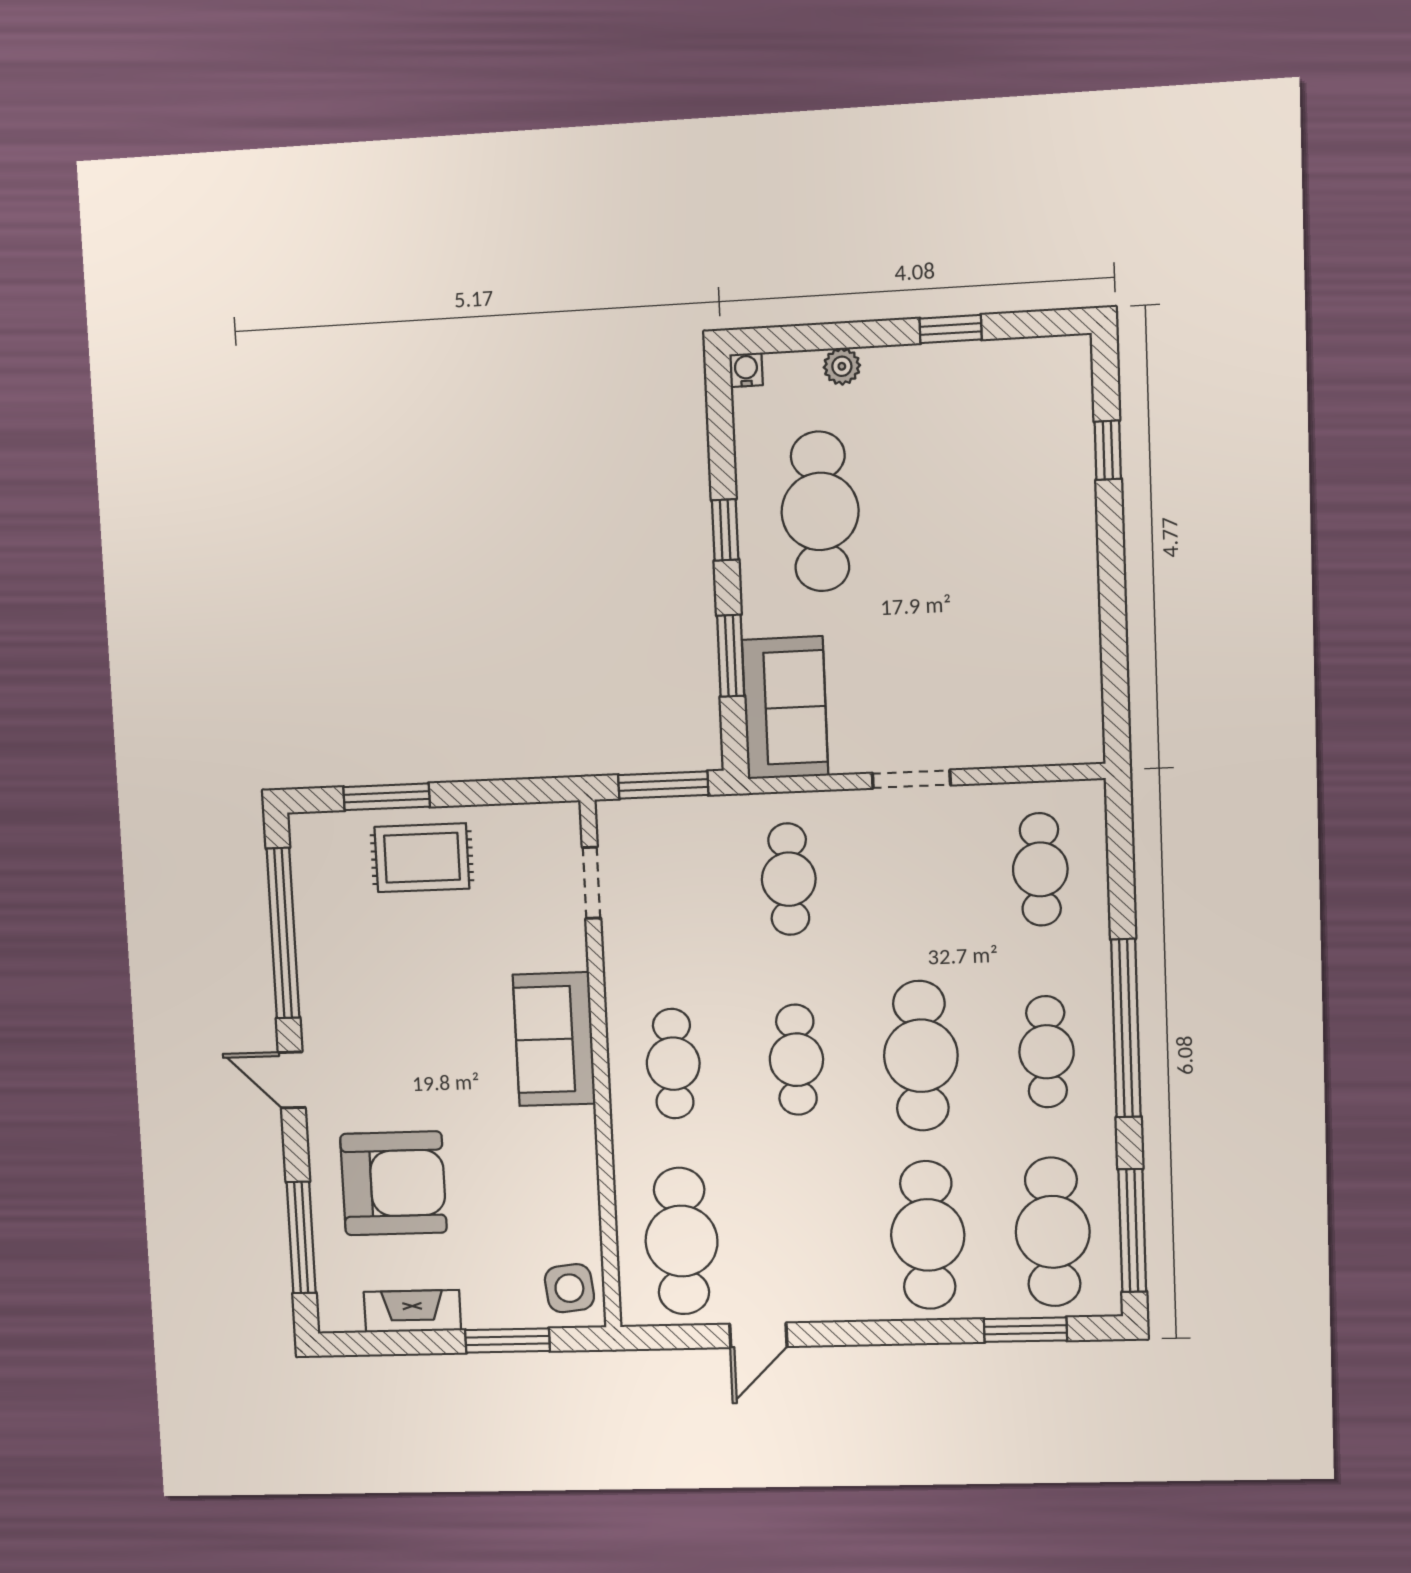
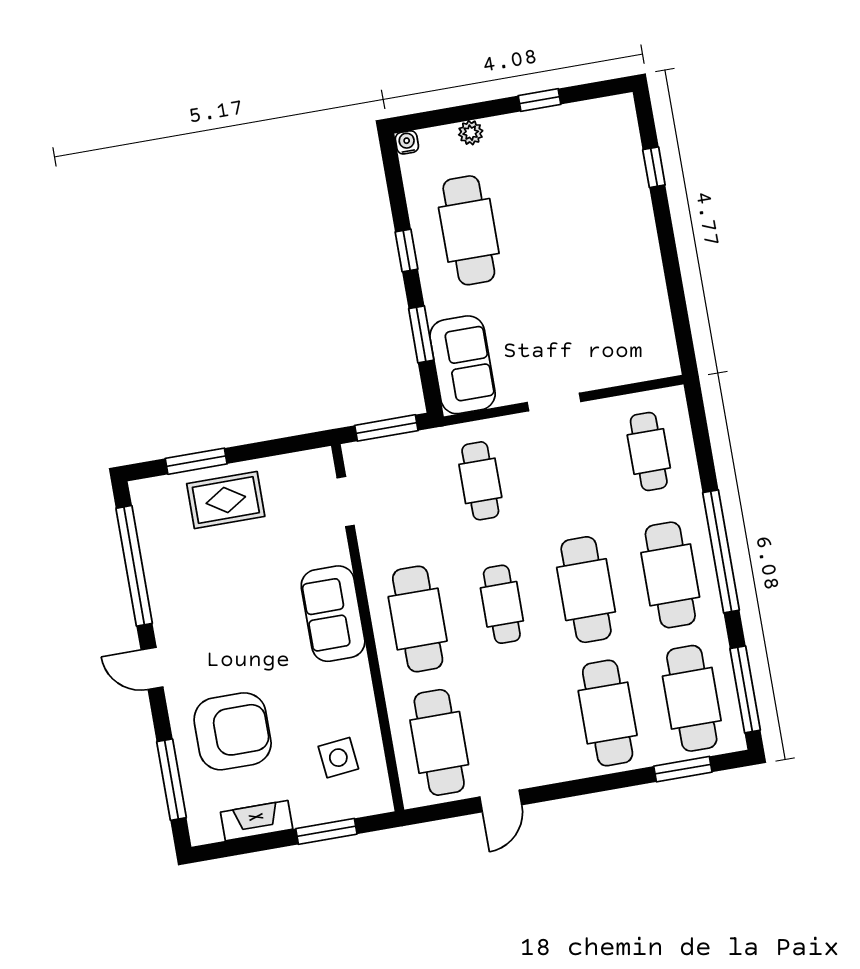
cafe table: (1047, 1052) -> (670, 575), width x1.37, depth x1.35
cafe table: (673, 1064) -> (418, 619), width x1.37, depth x1.35
side table: (569, 1288) -> (338, 758), moved

